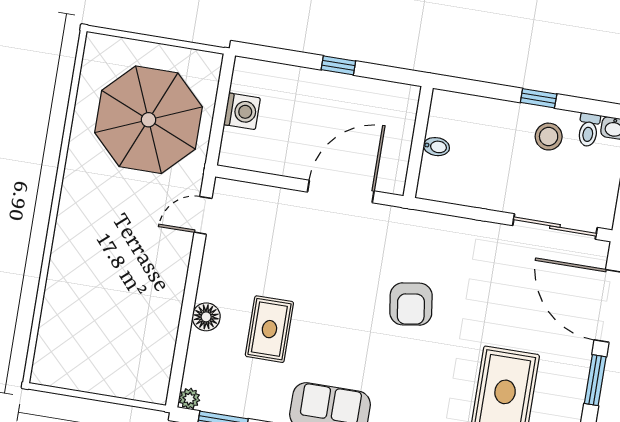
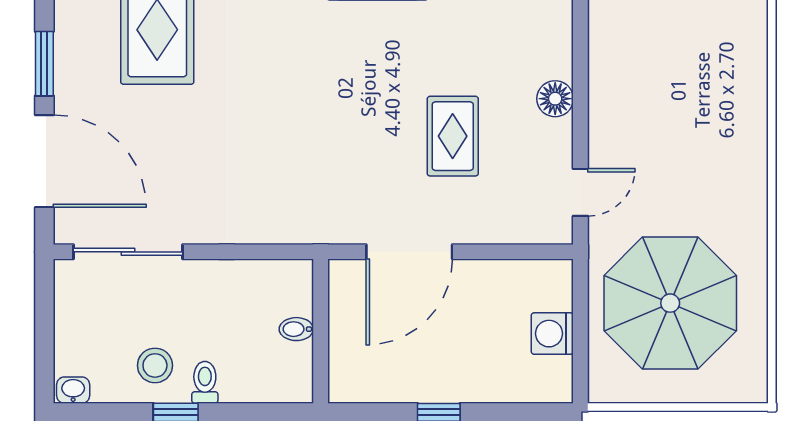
toilet: (588, 130) -> (205, 382), moved
armchair: (411, 304) -> (296, 122), removed
floor lamp: (206, 317) -> (555, 99), moved
rug: (269, 329) -> (453, 136), moved

